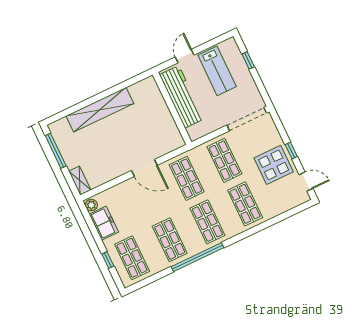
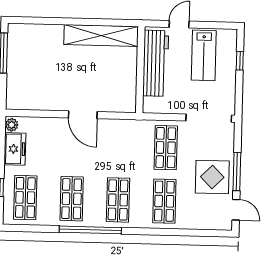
shelving: (100, 110) -> (101, 36), moved
window: (291, 151) -> (237, 172), width x2.17
shop shelf: (187, 178) -> (119, 146), removed
shelving: (80, 181) -> (12, 95), removed

